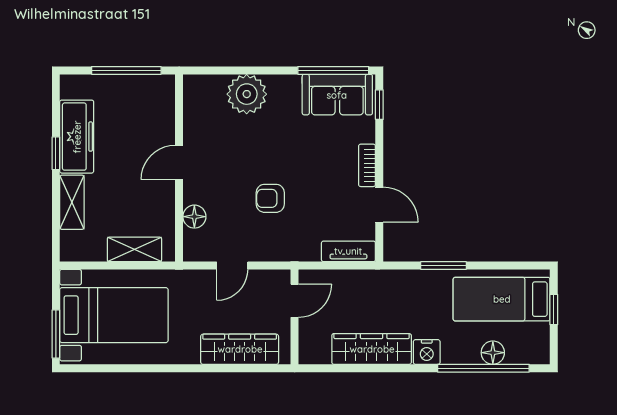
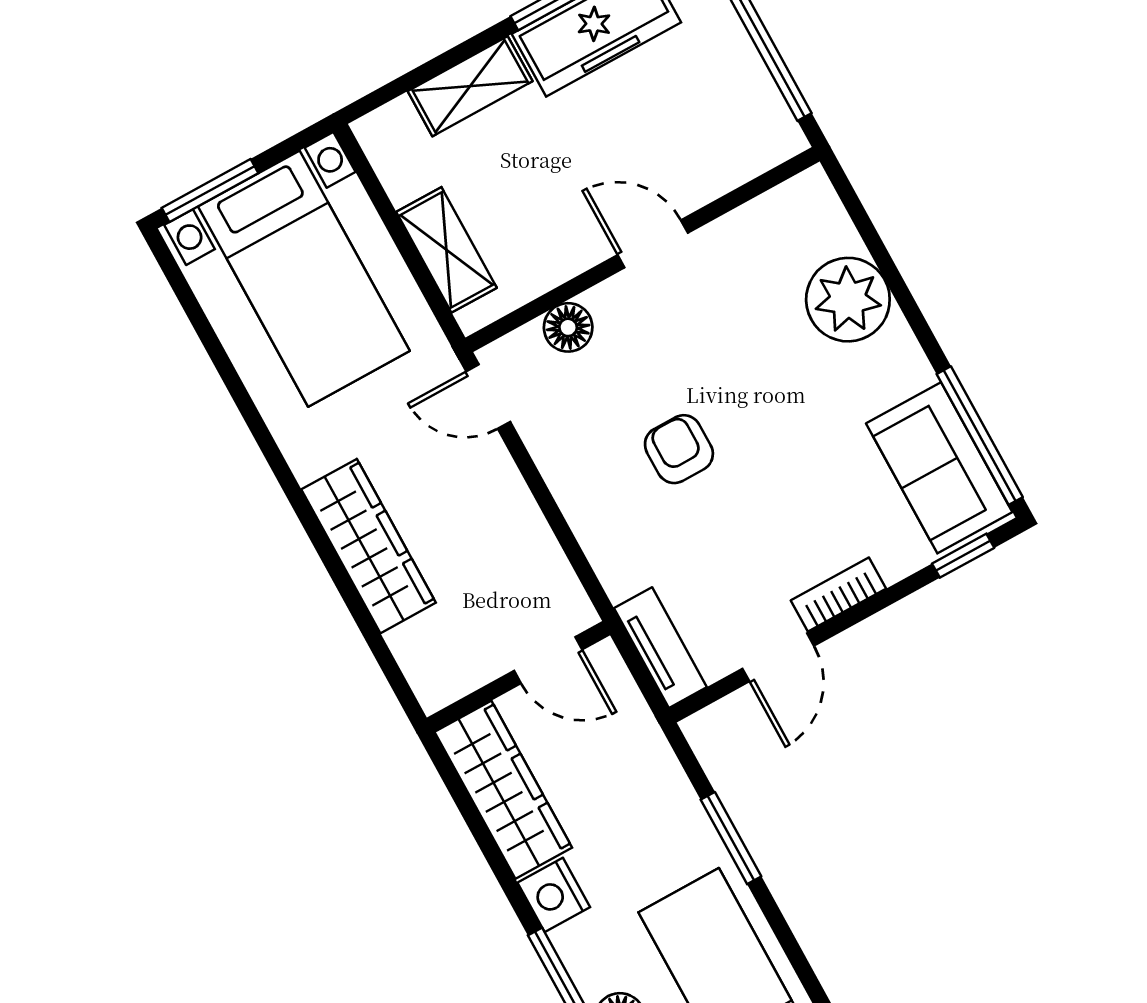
door: (232, 265) -> (488, 397), moved
door: (295, 301) -> (548, 660), moved
wall: (295, 317) -> (518, 676), moved

